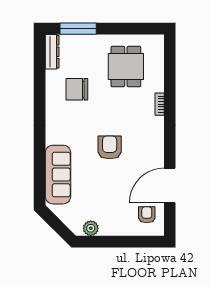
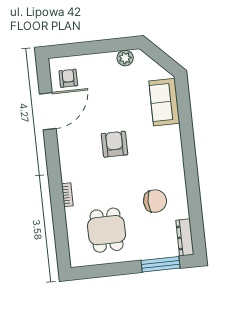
armchair: (110, 147) -> (114, 144), turned 180
sofa: (58, 175) -> (164, 102), width x0.73
armchair: (147, 215) -> (68, 78), turned 180

